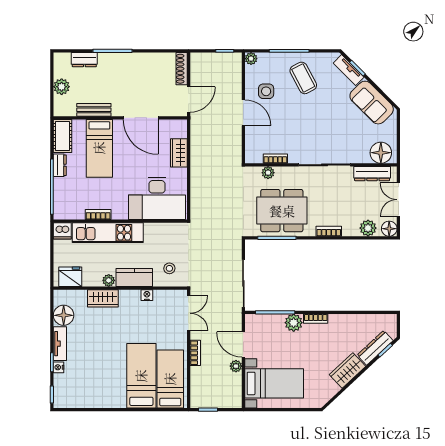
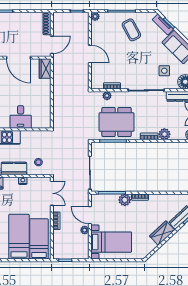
side table: (266, 91) -> (164, 71), moved
wardrobe: (179, 153) -> (45, 69), moved
desk: (157, 198) -> (21, 117), width x0.53, depth x0.77
plant: (368, 228) -> (164, 134), moved

